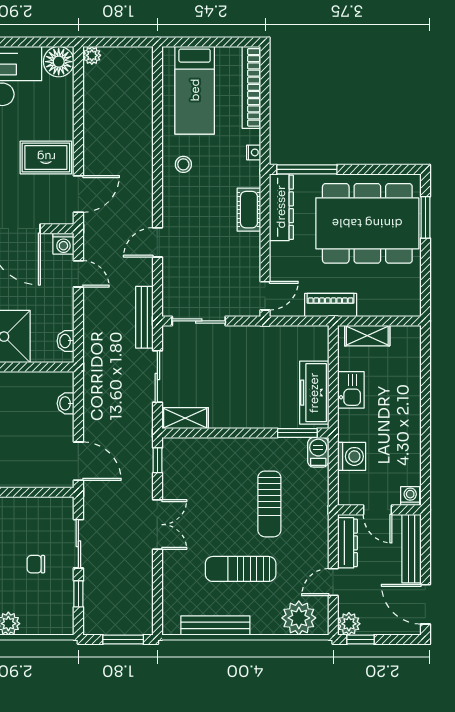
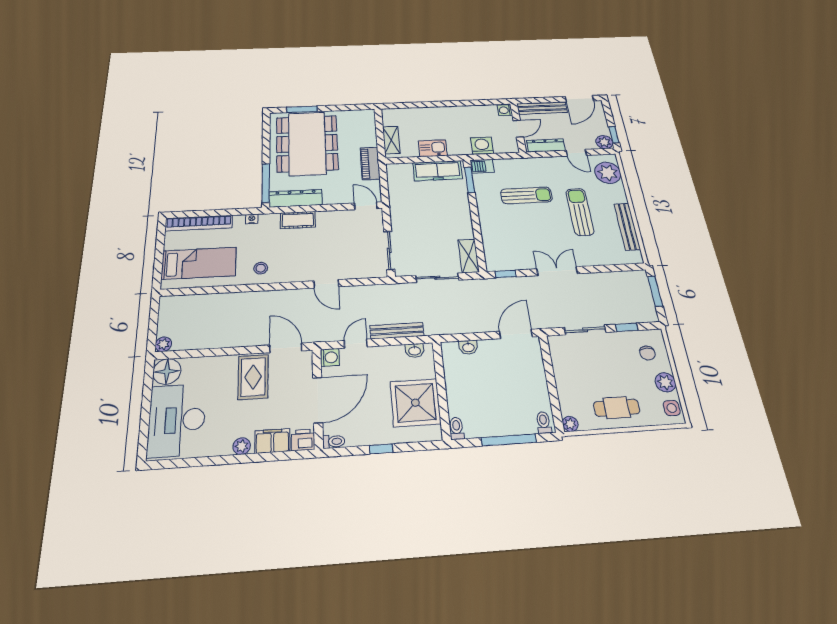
bench: (144, 317) -> (397, 331), moved
chair: (36, 564) -> (647, 353), moved
sun lounger: (241, 569) -> (580, 212), turned 180

